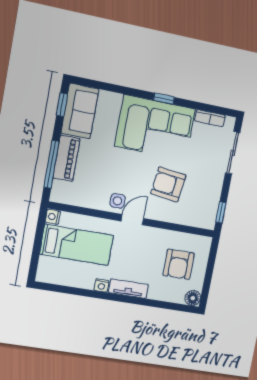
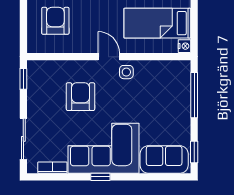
sofa: (80, 111) -> (164, 159), moved, turned 90
piano: (66, 158) -> (181, 103), removed
armchair: (168, 184) -> (80, 97), turned -97
door: (132, 220) -> (109, 57), swing flipped

